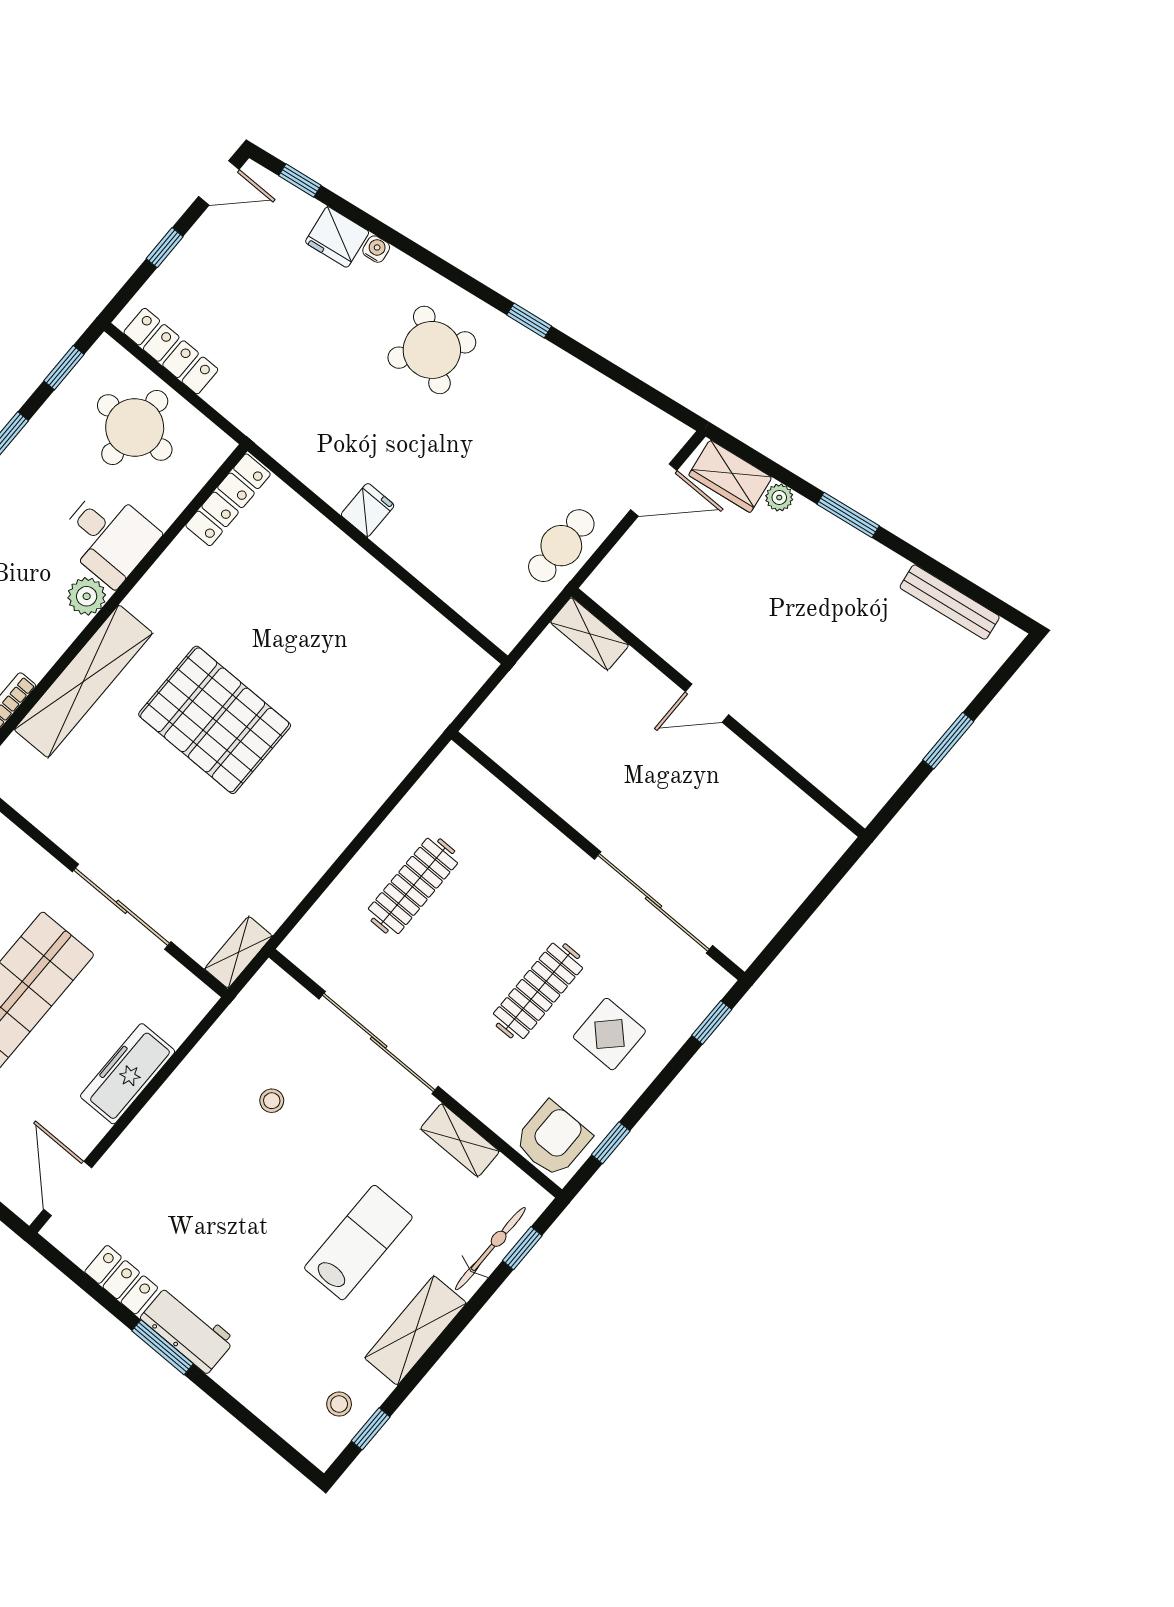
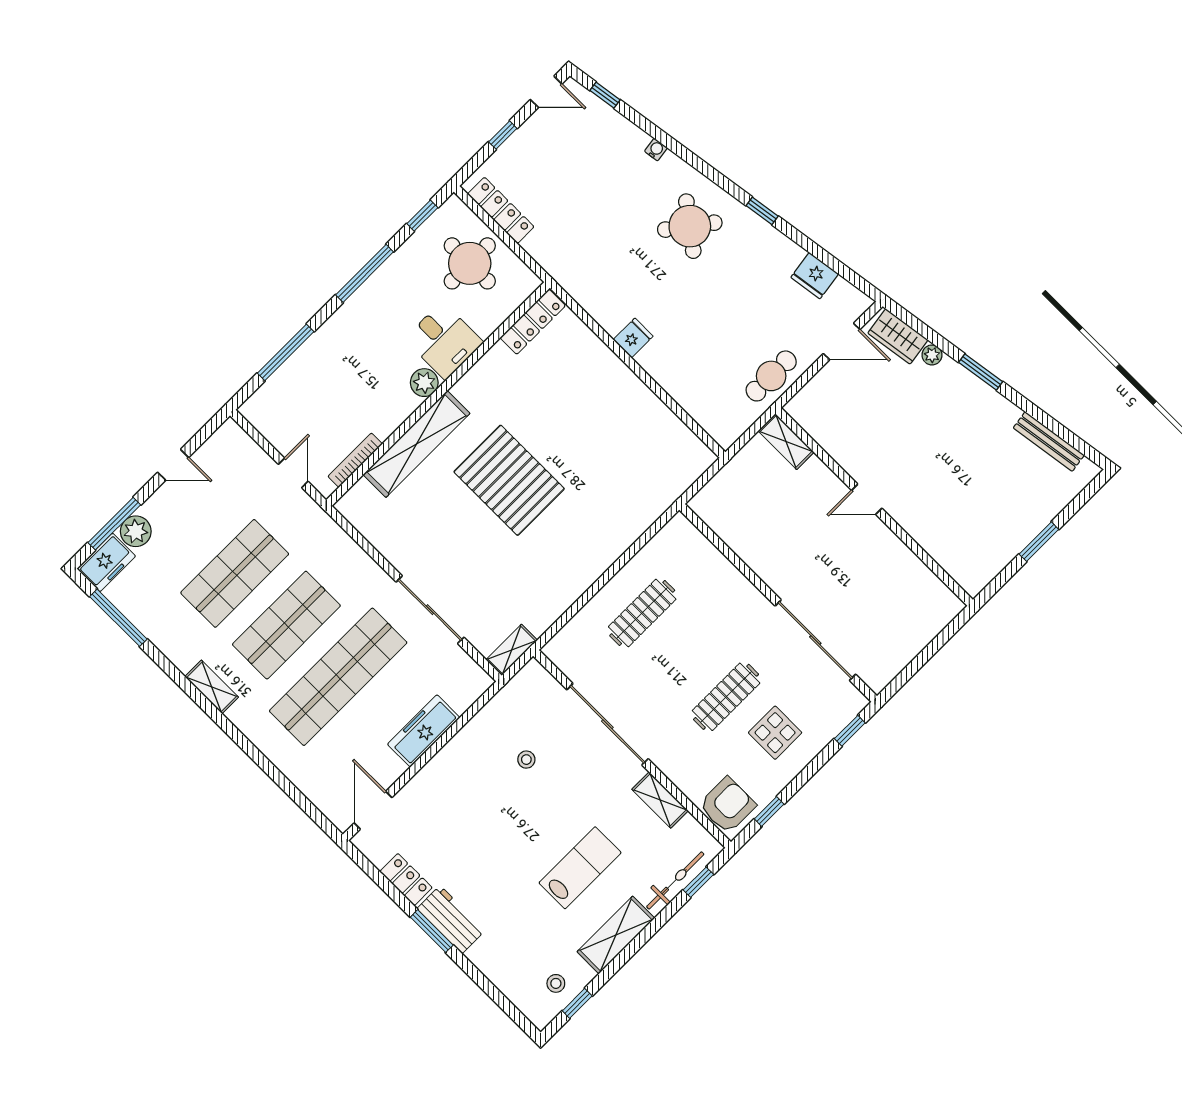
fridge: (337, 237) -> (815, 276), moved

